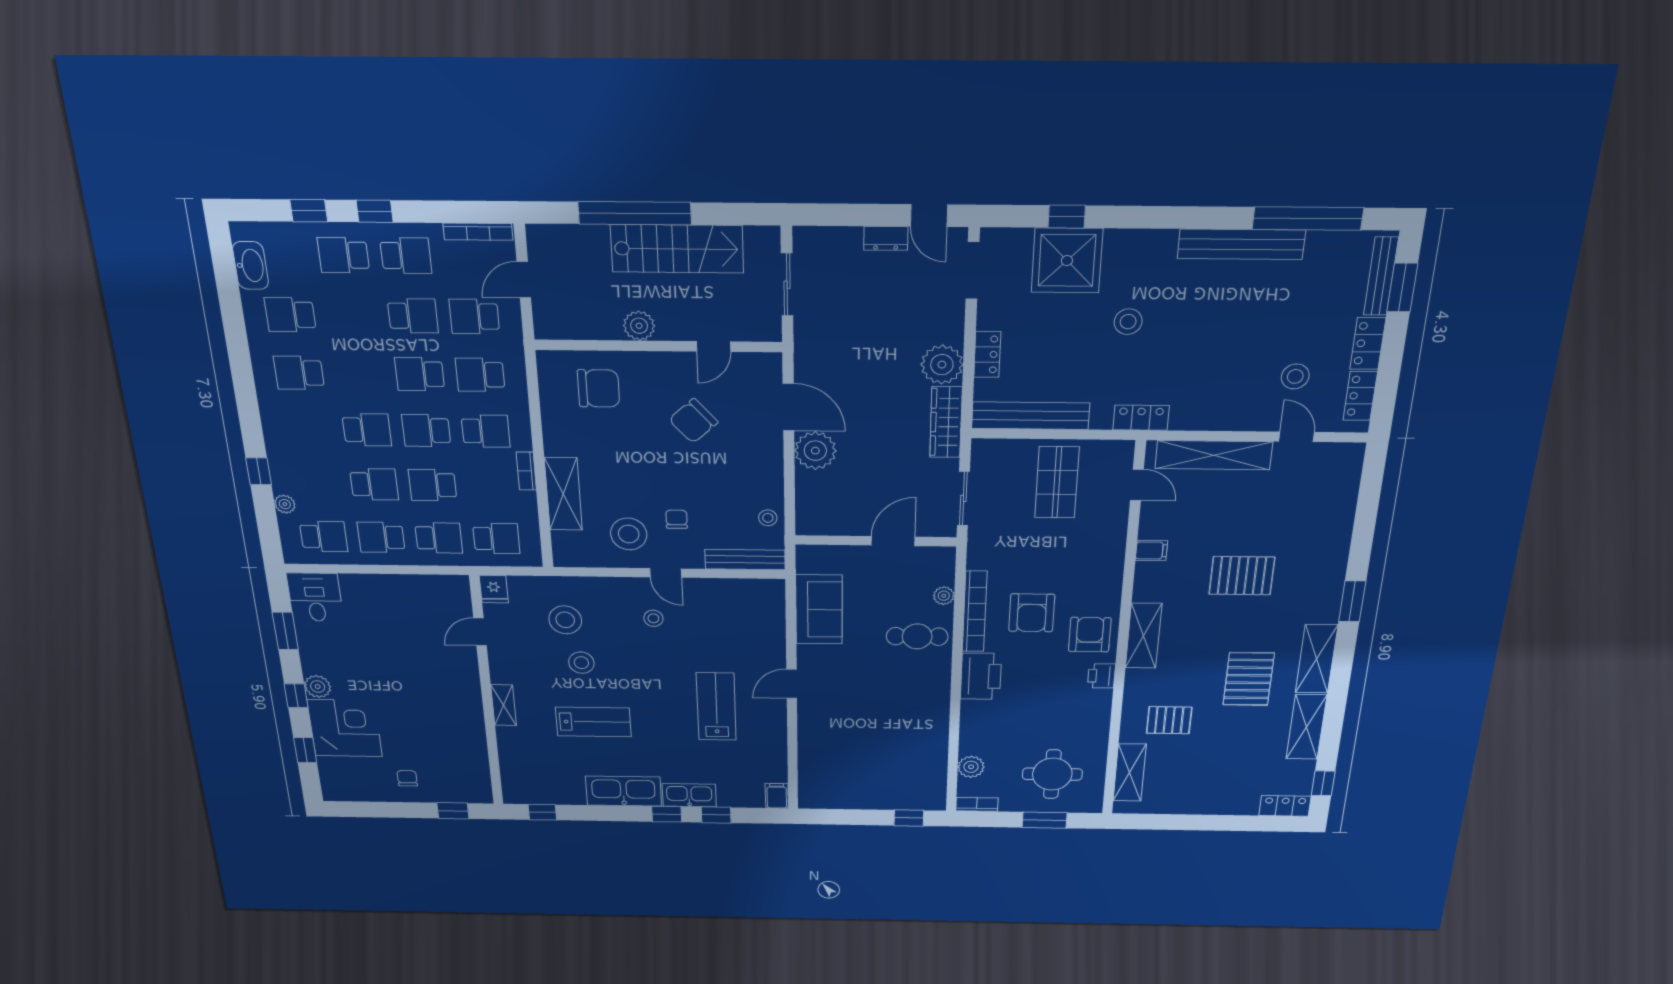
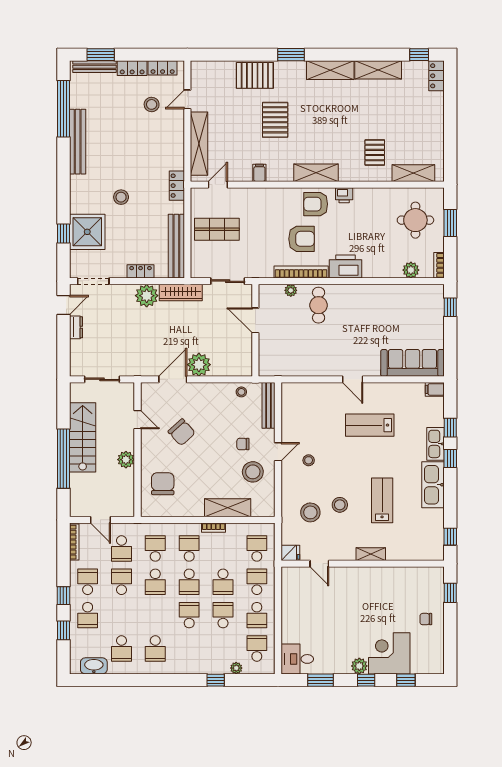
school desk: (480, 375) -> (155, 548), turned 180
sofa: (819, 610) -> (412, 363), moved, width x1.36
pallet: (1249, 679) -> (255, 75), moved

